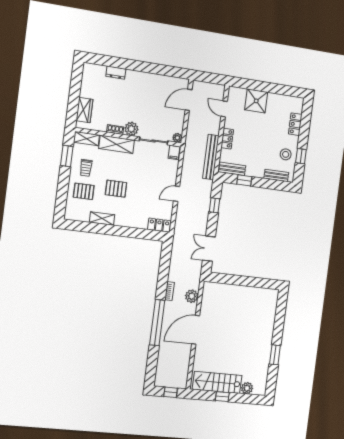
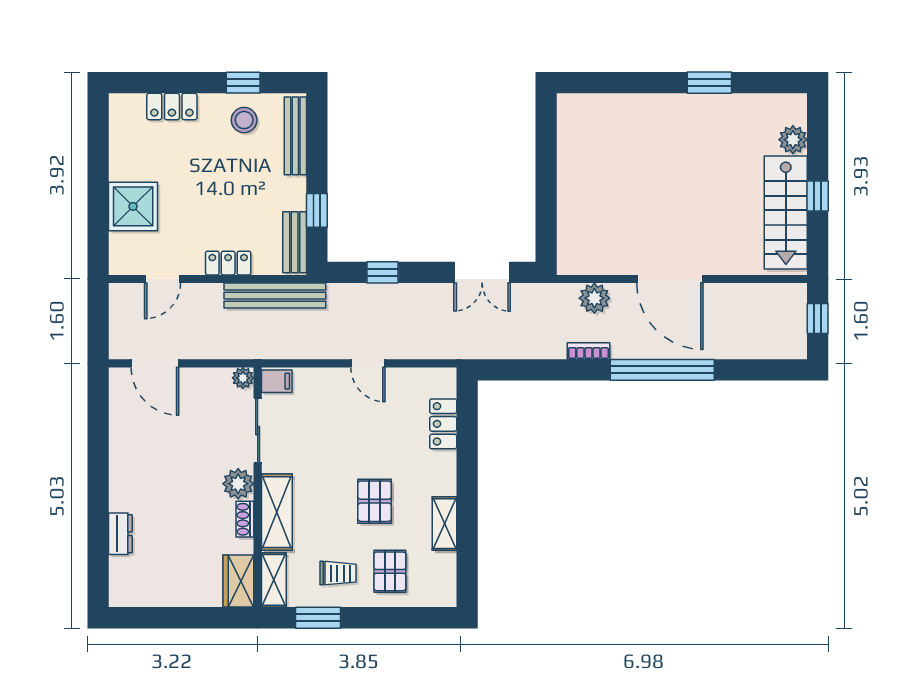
wardrobe: (84, 110) -> (238, 581), moved, turned -90
bench: (276, 175) -> (295, 136), width x1.36
locker: (159, 225) -> (443, 424), moved

